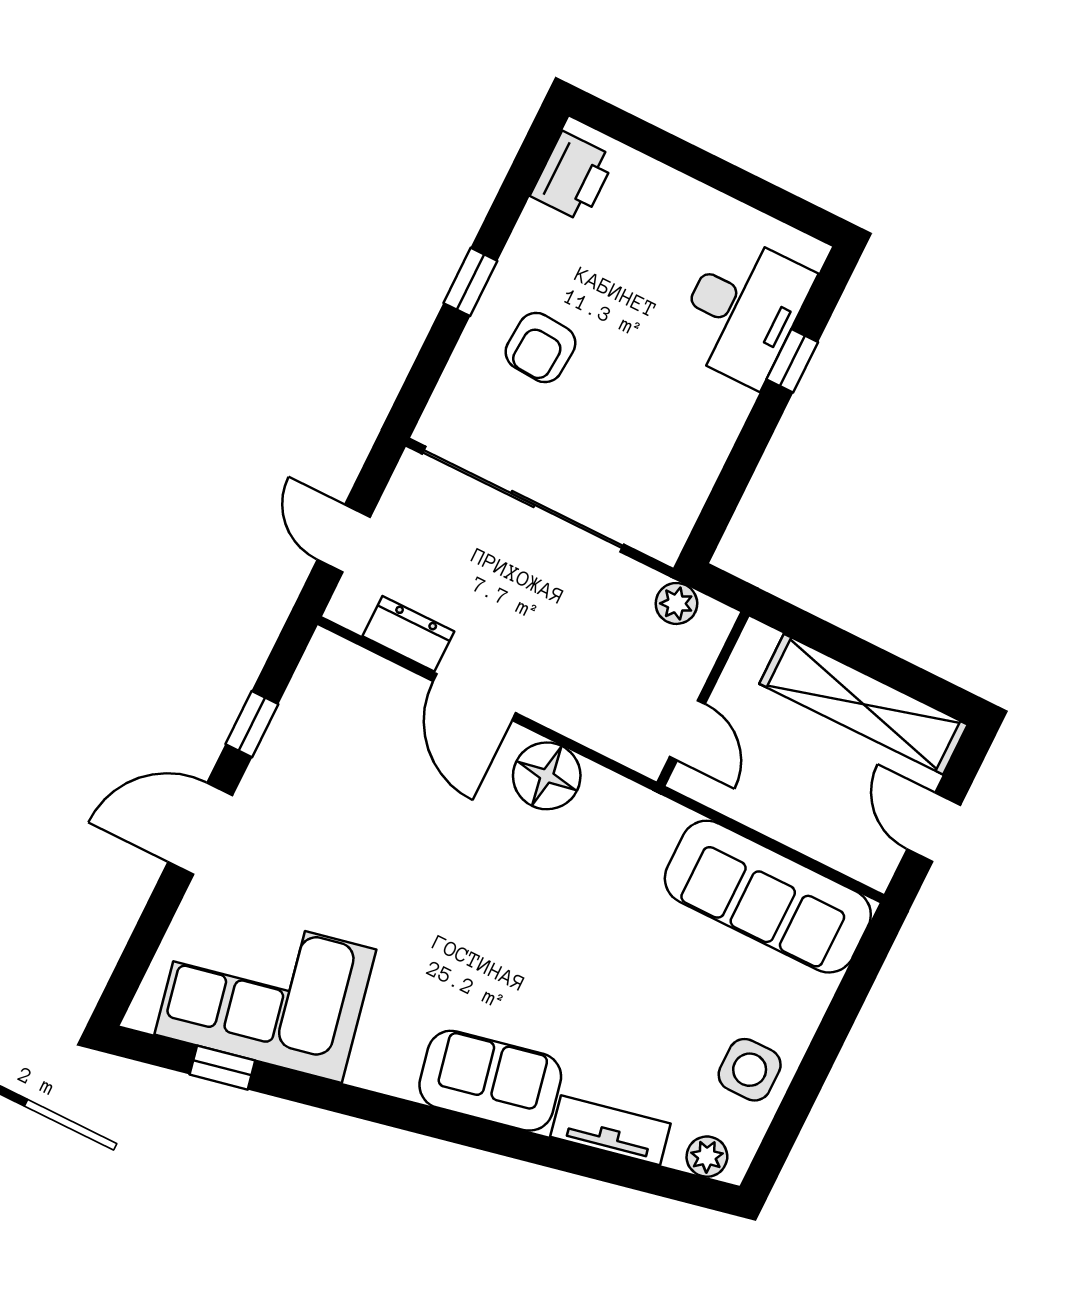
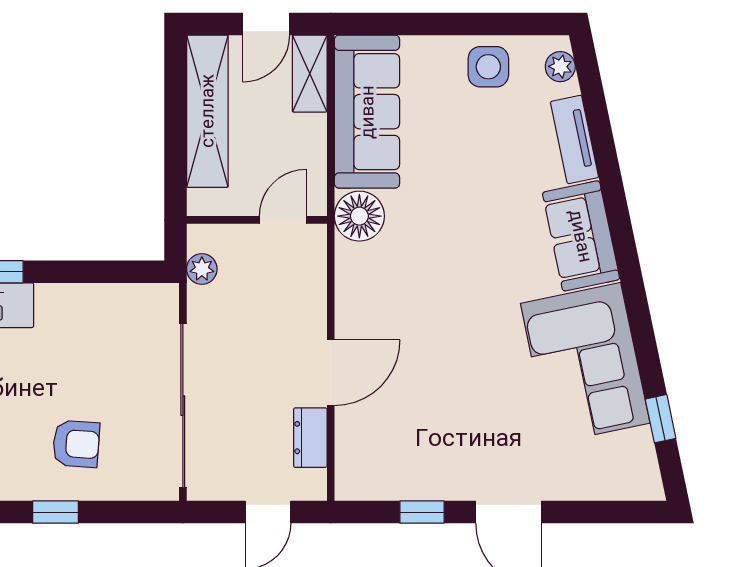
floor lamp: (547, 776) -> (359, 216), moved
shelving: (848, 850) -> (310, 74), added
corner sofa: (265, 992) -> (585, 363), moved

